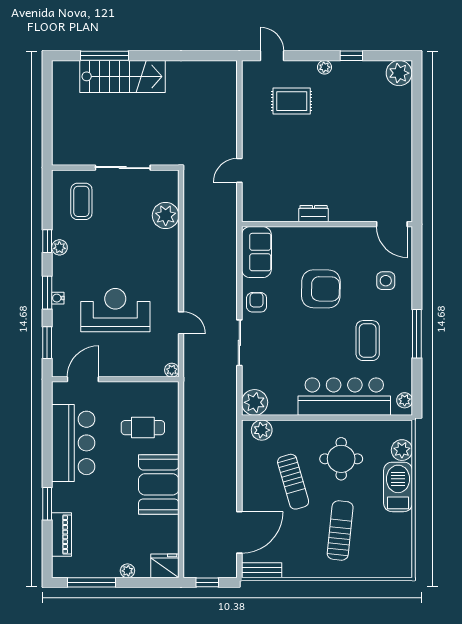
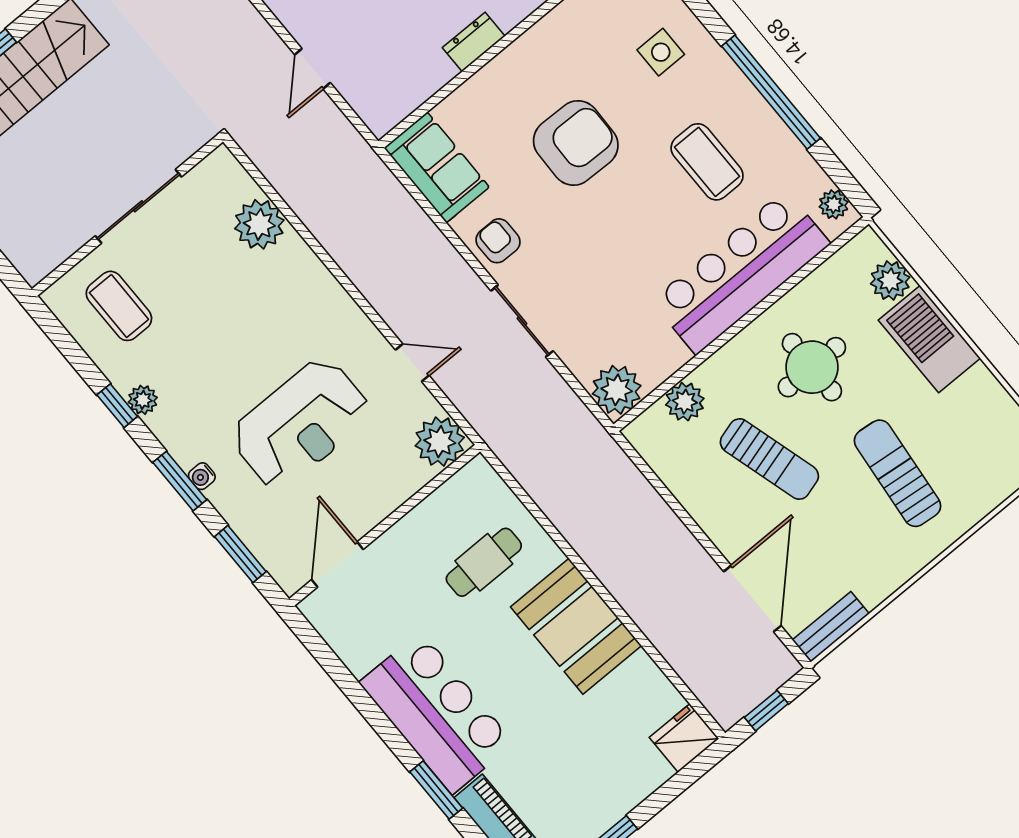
reception desk: (115, 310) -> (301, 424), turned 180
window: (417, 334) -> (771, 92), width x1.46
plant: (172, 370) -> (440, 442), width x1.87, depth x1.87
plant: (262, 430) -> (685, 402), moved
bar counter: (73, 443) -> (437, 713), moved
plant: (127, 571) -> (635, 791), removed

